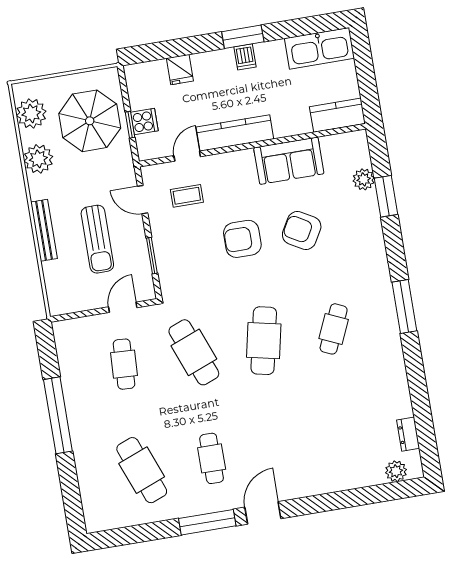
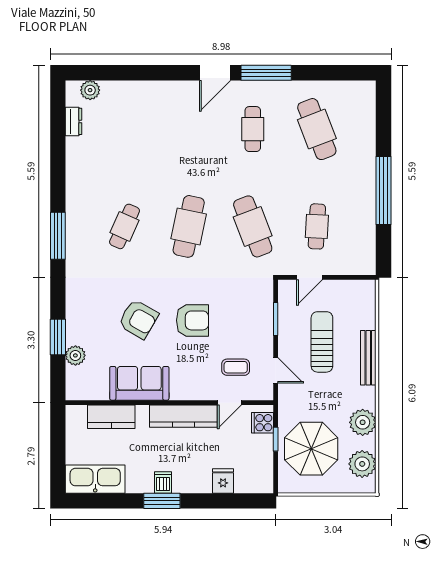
kitchen counter: (337, 115) -> (111, 417), moved
cooker: (144, 122) -> (262, 423), moved

